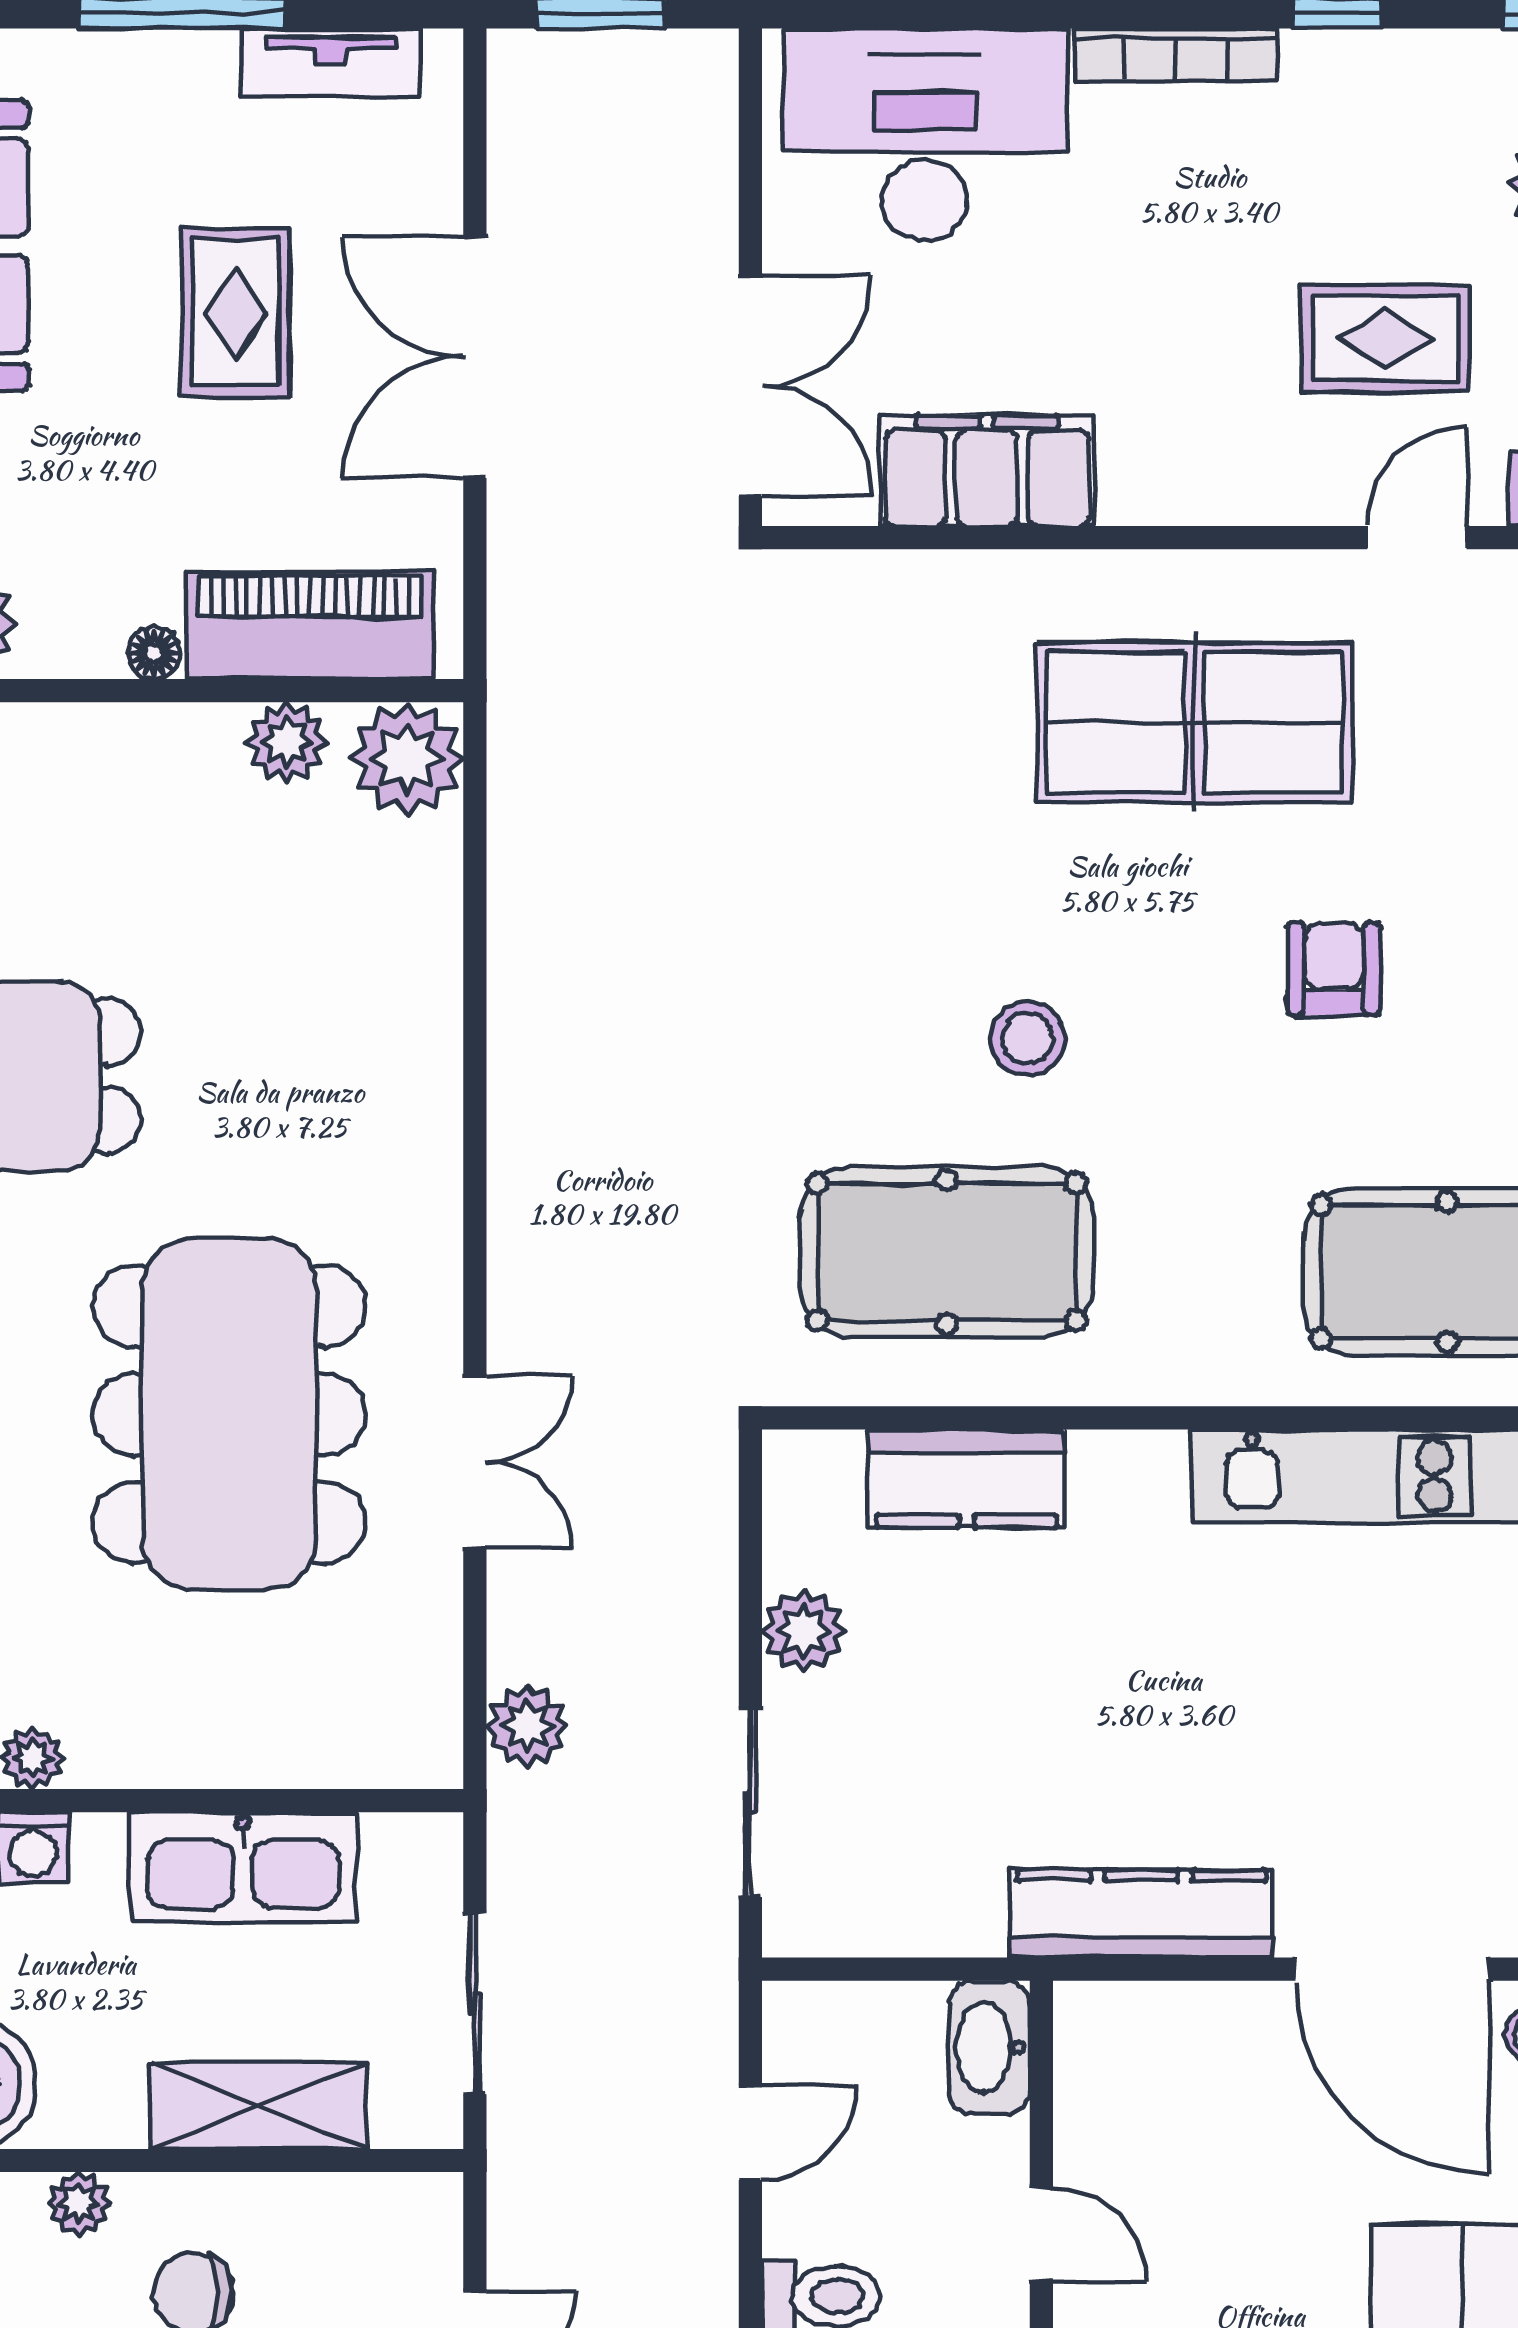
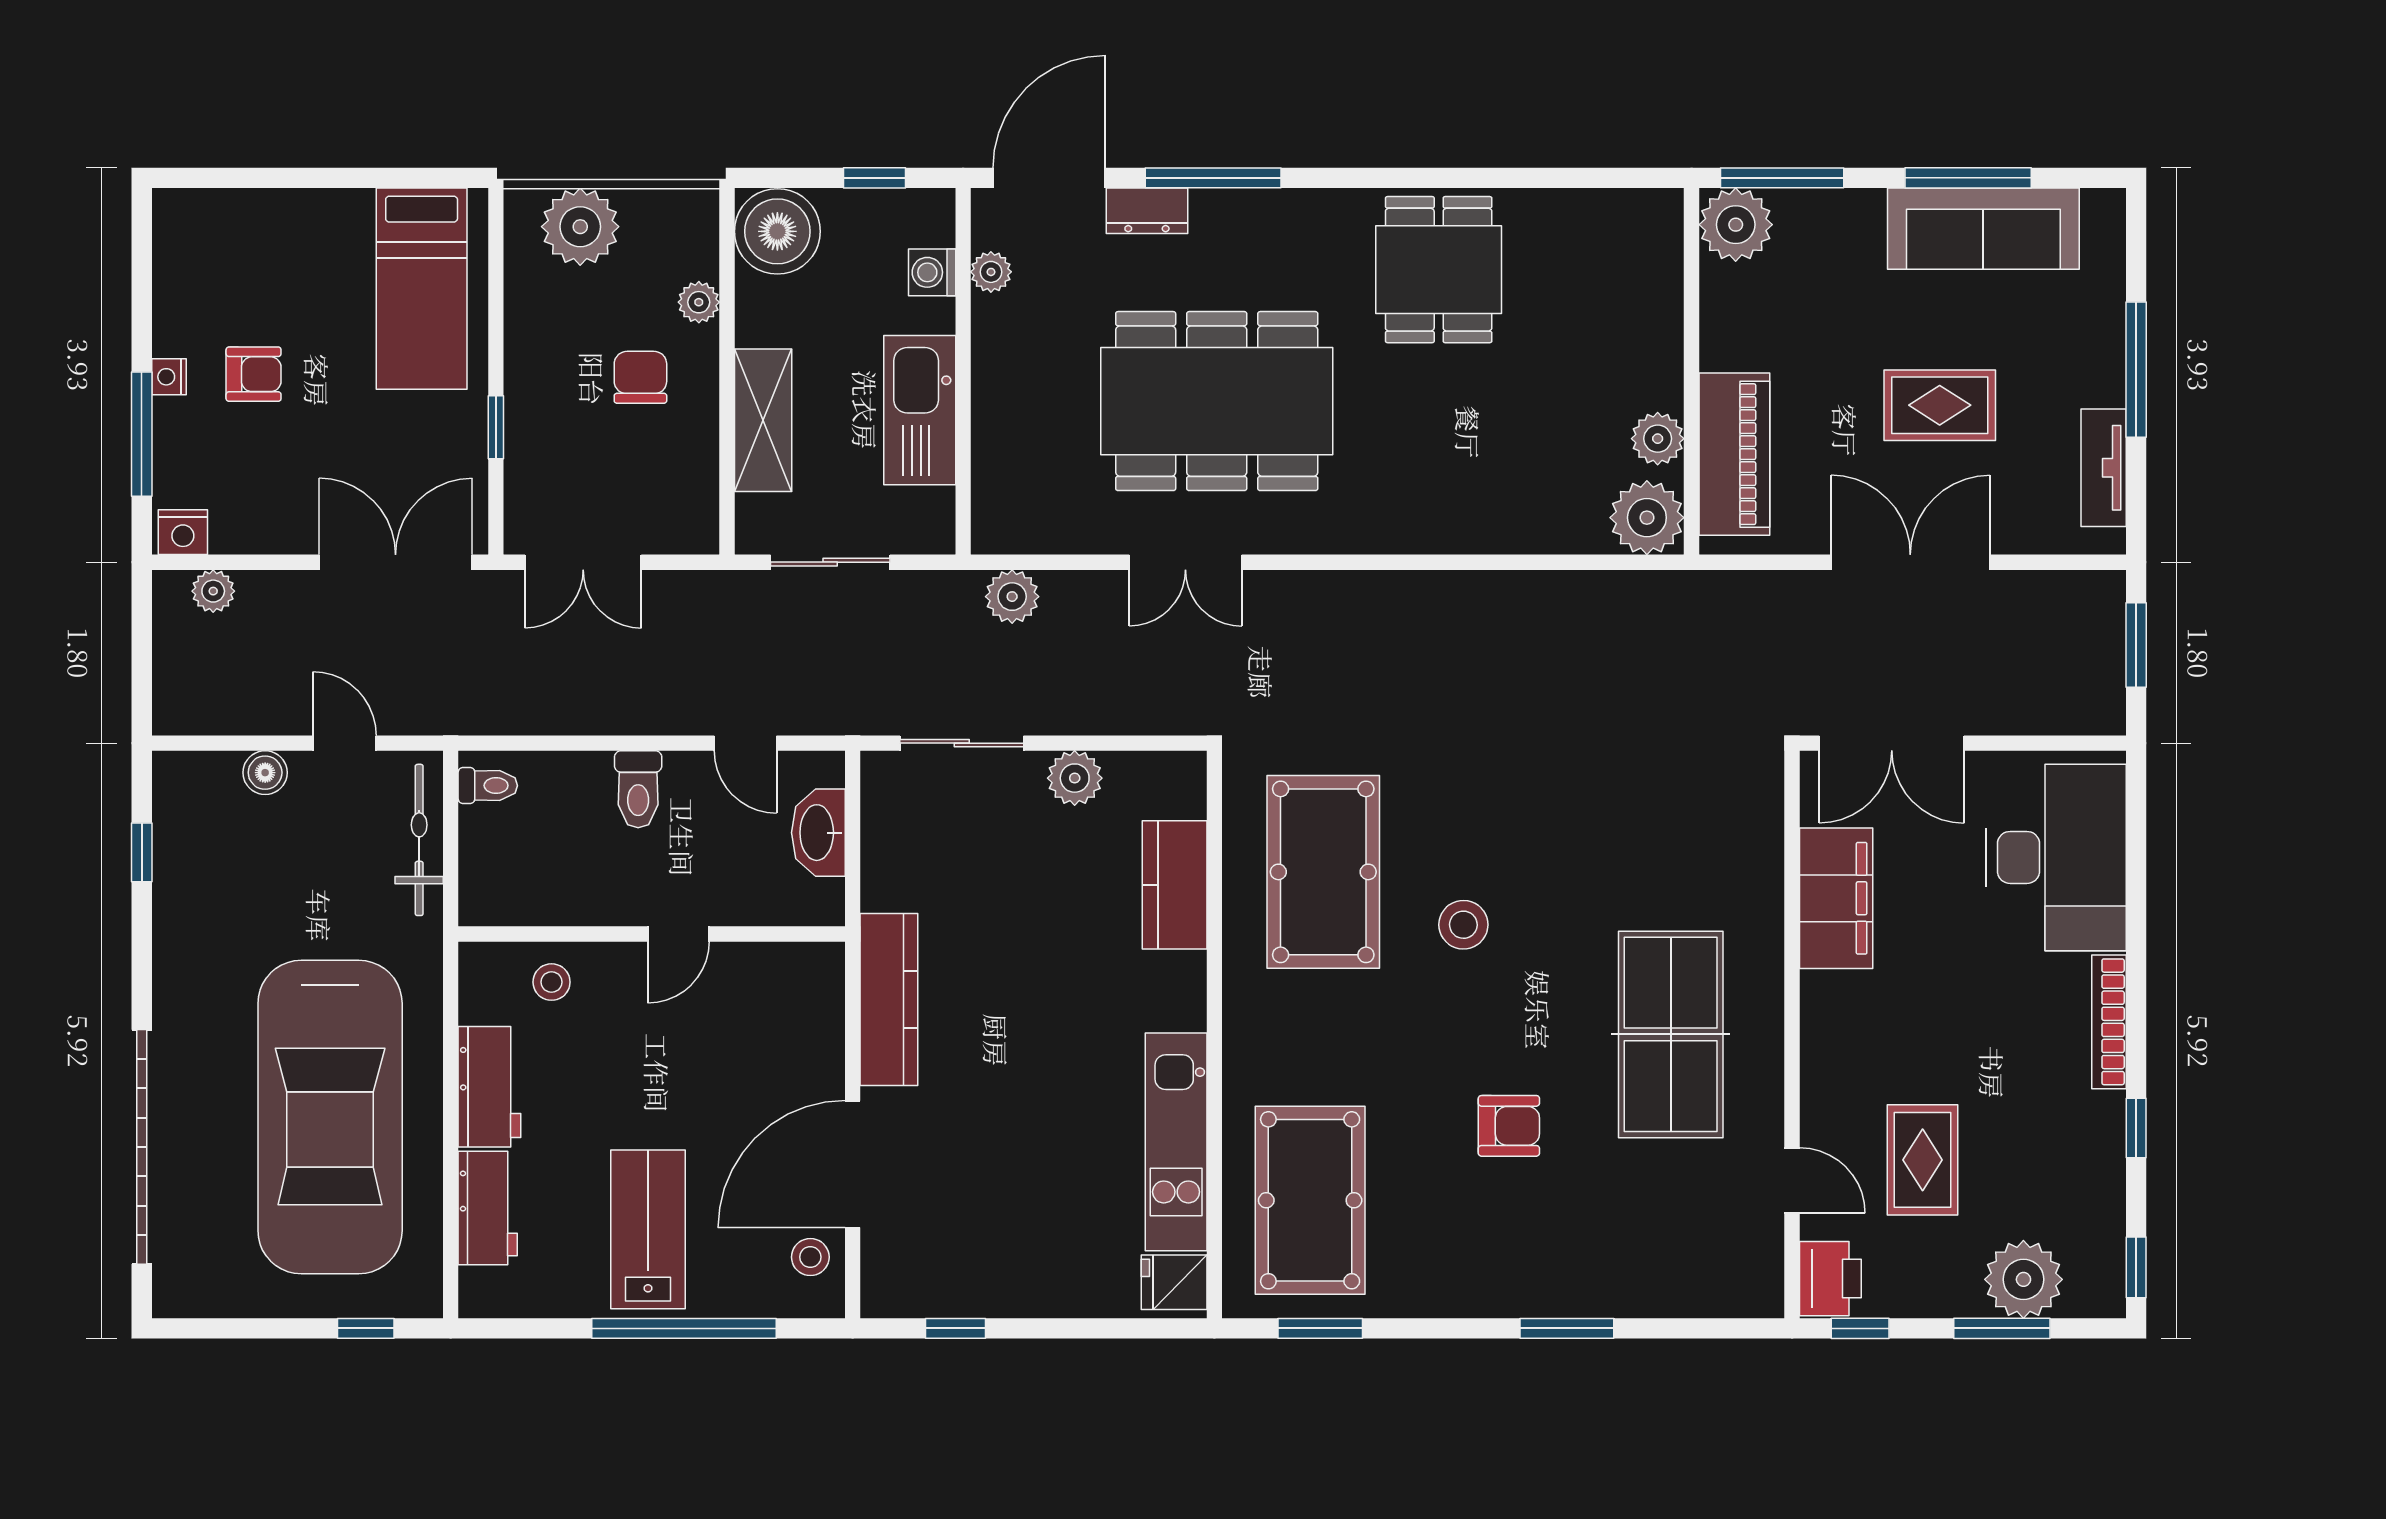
floor lamp: (154, 653) -> (1716, 352), removed
washbasin: (989, 2047) -> (818, 833), moved, turned -90

